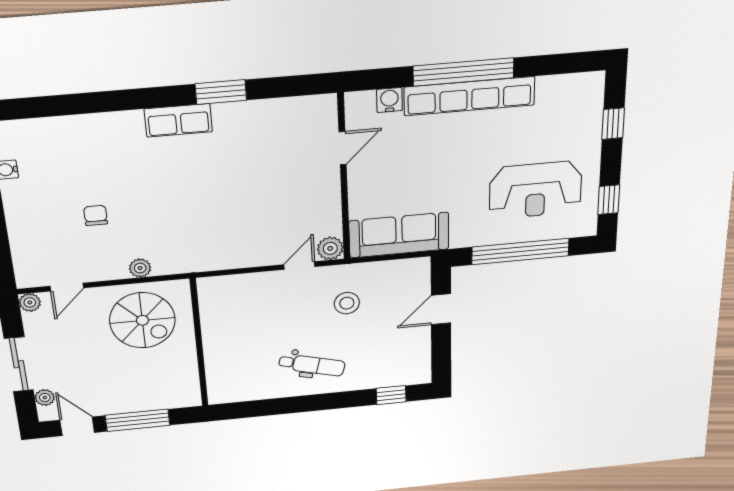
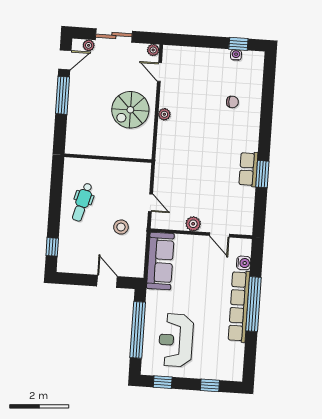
row of seats: (178, 120) -> (248, 169), moved
chair: (96, 215) -> (232, 102), moved
plant: (330, 248) -> (193, 224), moved
wall: (199, 343) -> (108, 158), moved

